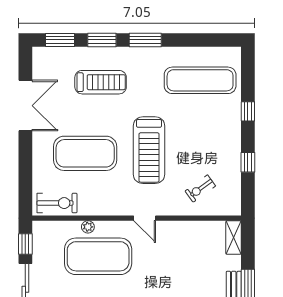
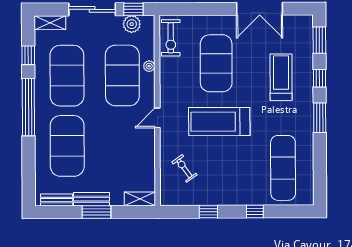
window: (102, 40) -> (320, 78), width x0.67
treadmill: (101, 82) -> (281, 77), turned 180
plant: (42, 246) -> (132, 24), added

